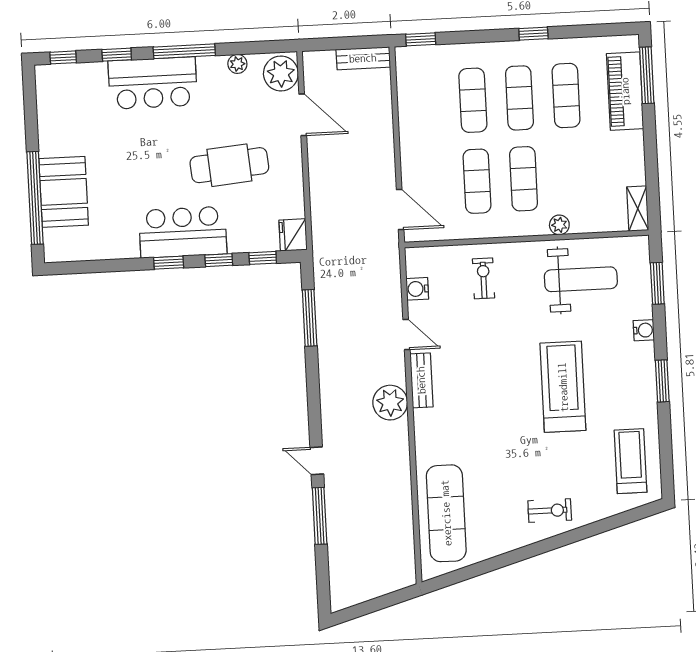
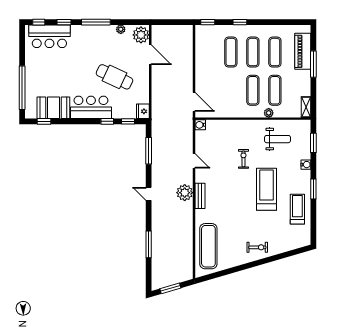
window: (533, 34) -> (240, 22), moved
bench: (363, 58) -> (180, 30), removed
window: (647, 75) -> (313, 64), moved
bar counter: (153, 83) -> (49, 36), moved
cafe table: (229, 165) -> (115, 77), turned 30
exercise mat: (477, 181) -> (275, 90), moved
booth: (64, 192) -> (53, 108), moved, turned 90
window: (169, 263) -> (44, 121), moved
exercise bike: (484, 278) -> (243, 159), moved
weight bench: (581, 279) -> (278, 139), width x0.73, depth x0.75
water cooler: (417, 289) -> (200, 125), moved
bench: (421, 380) -> (200, 196), moved
door: (317, 461) -> (149, 194), moved
treadmill: (630, 461) -> (297, 209), moved
window: (370, 607) -> (170, 288), added

